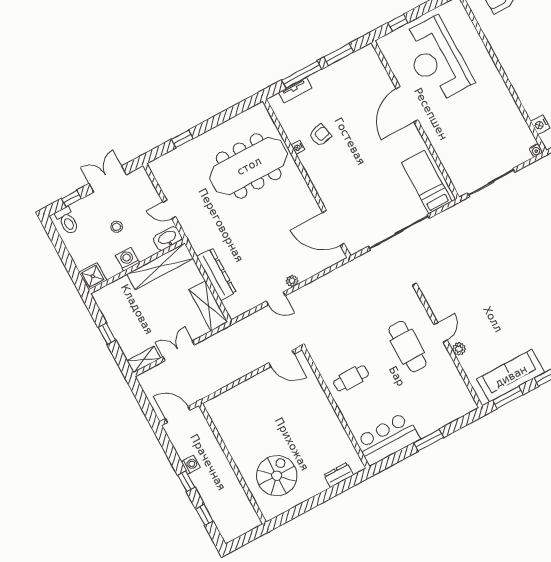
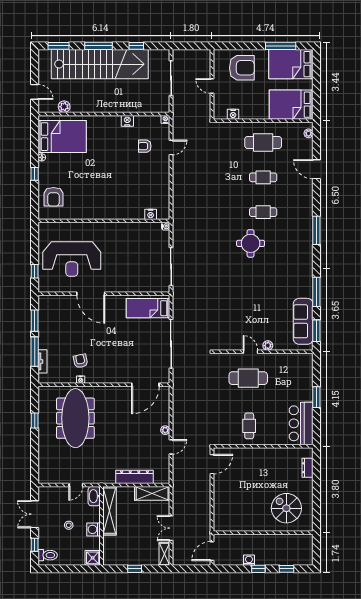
window: (182, 139) -> (35, 420), moved

